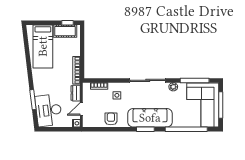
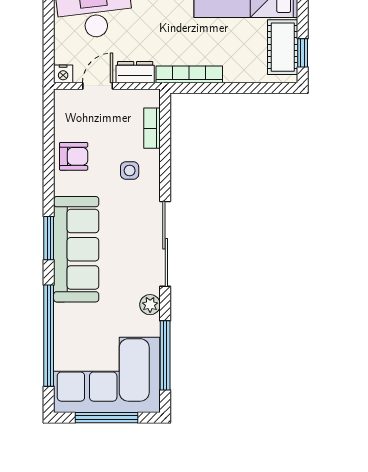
door: (81, 109) -> (98, 86), hinge flipped

